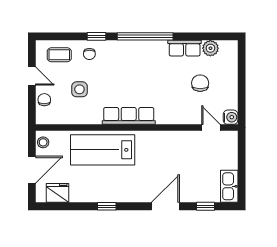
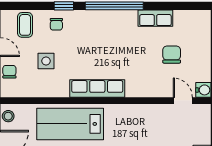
plant: (210, 48) -> (182, 18), removed
coffee table: (59, 55) -> (25, 25), turned 90

